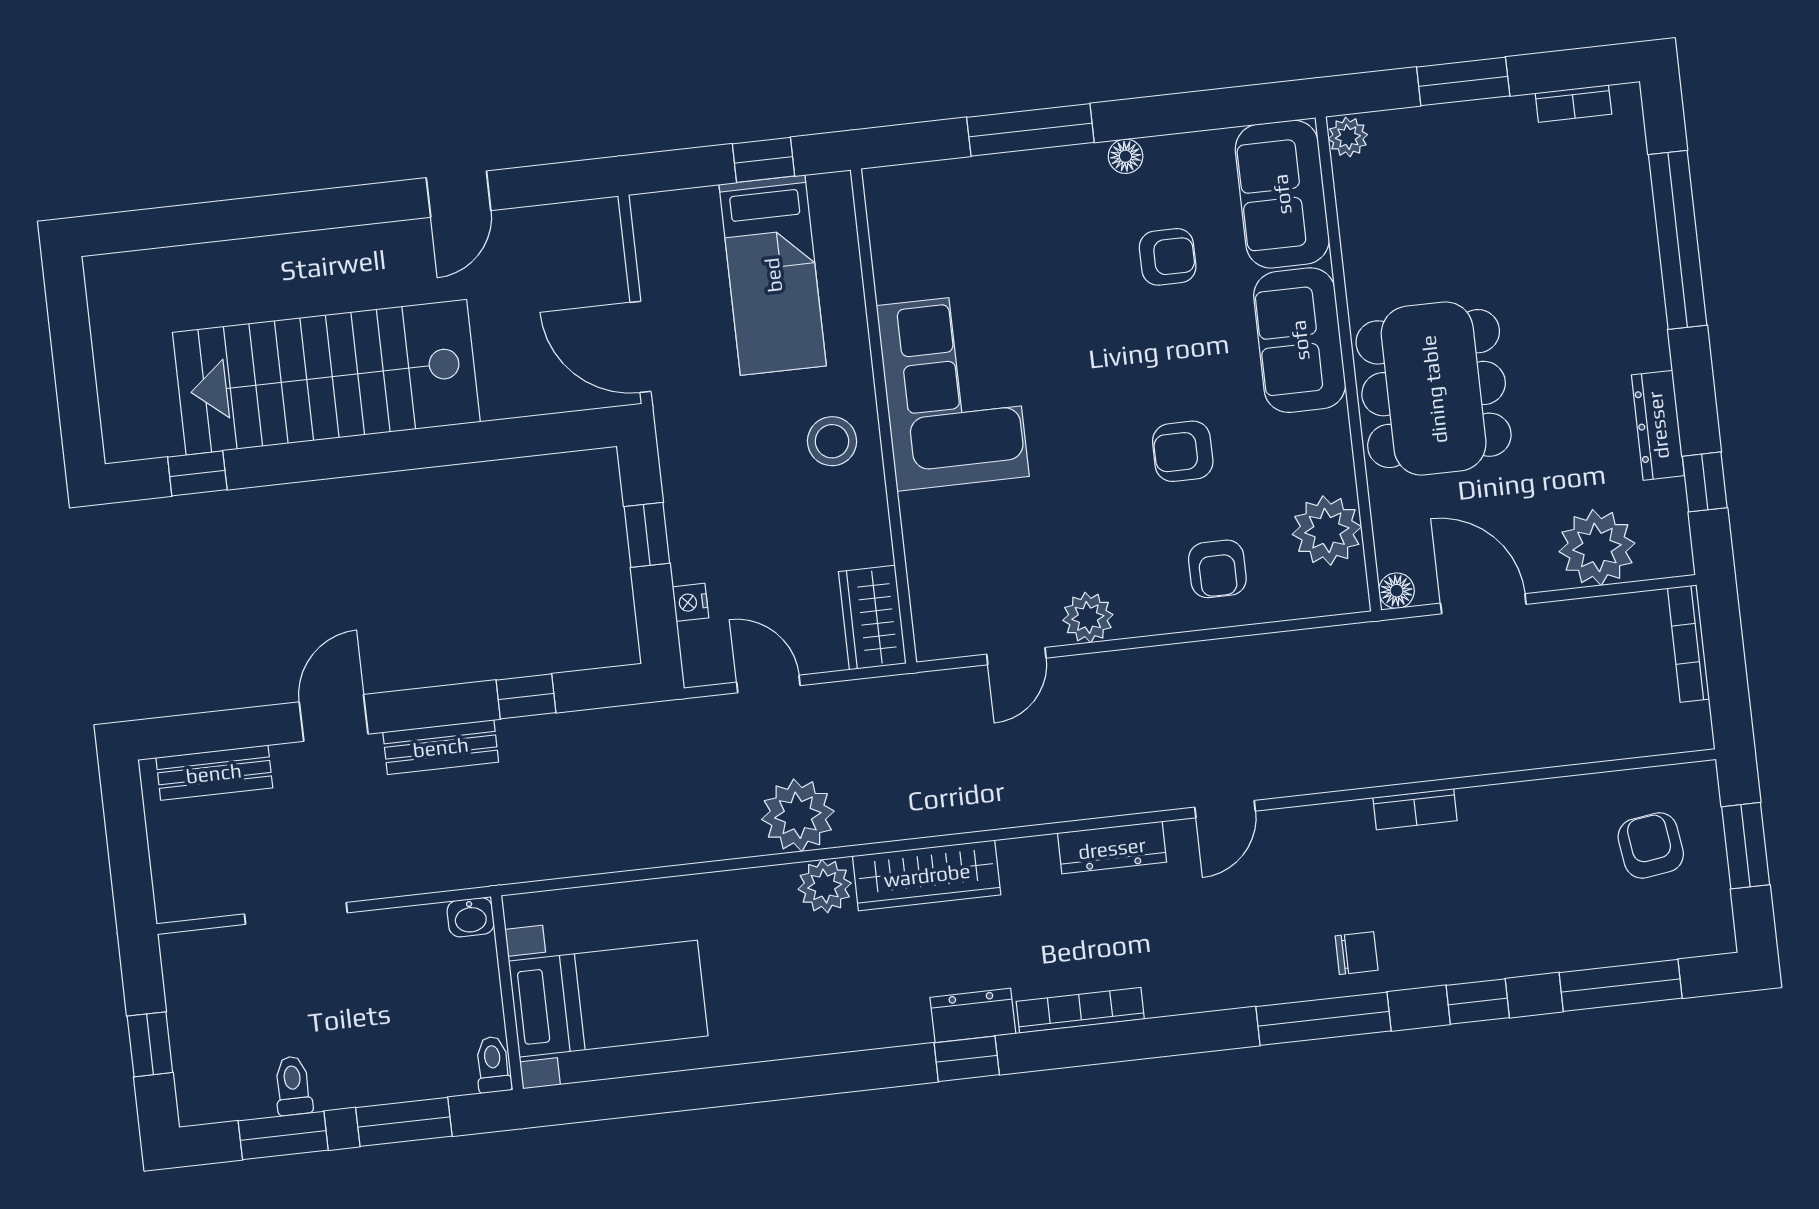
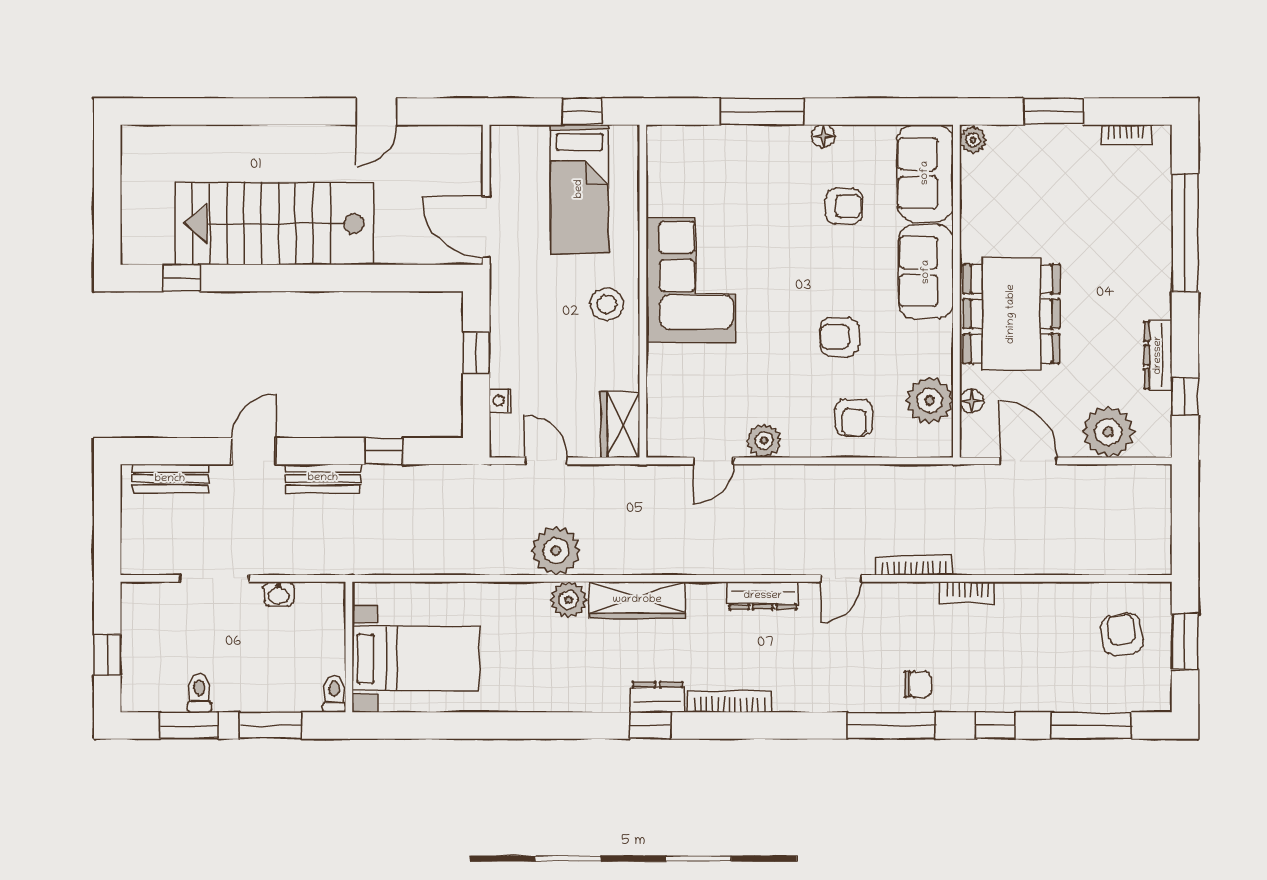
floor lamp: (1397, 591) -> (972, 401), moved
bookcase: (1688, 644) -> (914, 565), moved, turned 90
washbasin: (471, 917) -> (279, 594), moved

